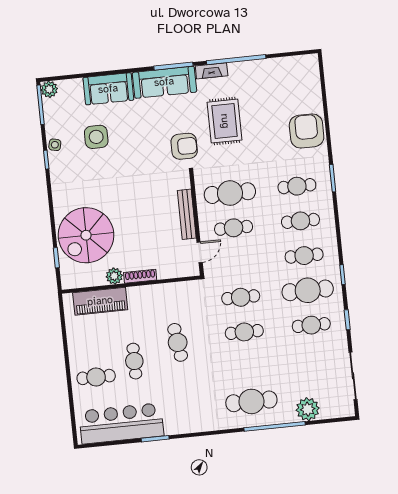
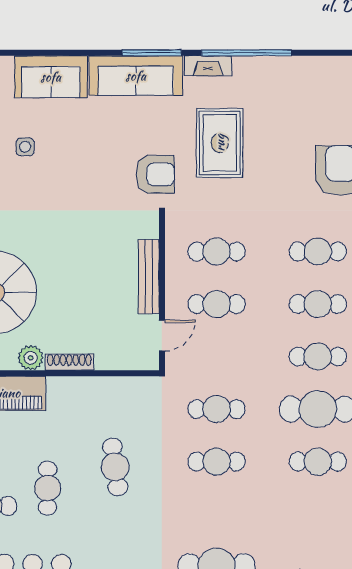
side table: (96, 137) -> (25, 147), width x0.54, depth x0.54
cafe table: (230, 193) -> (217, 252), width x0.73, depth x0.74

